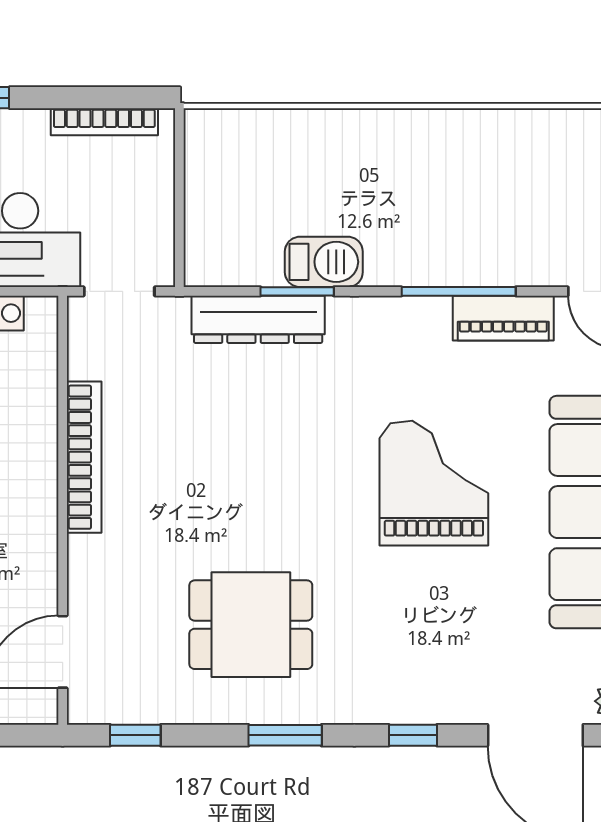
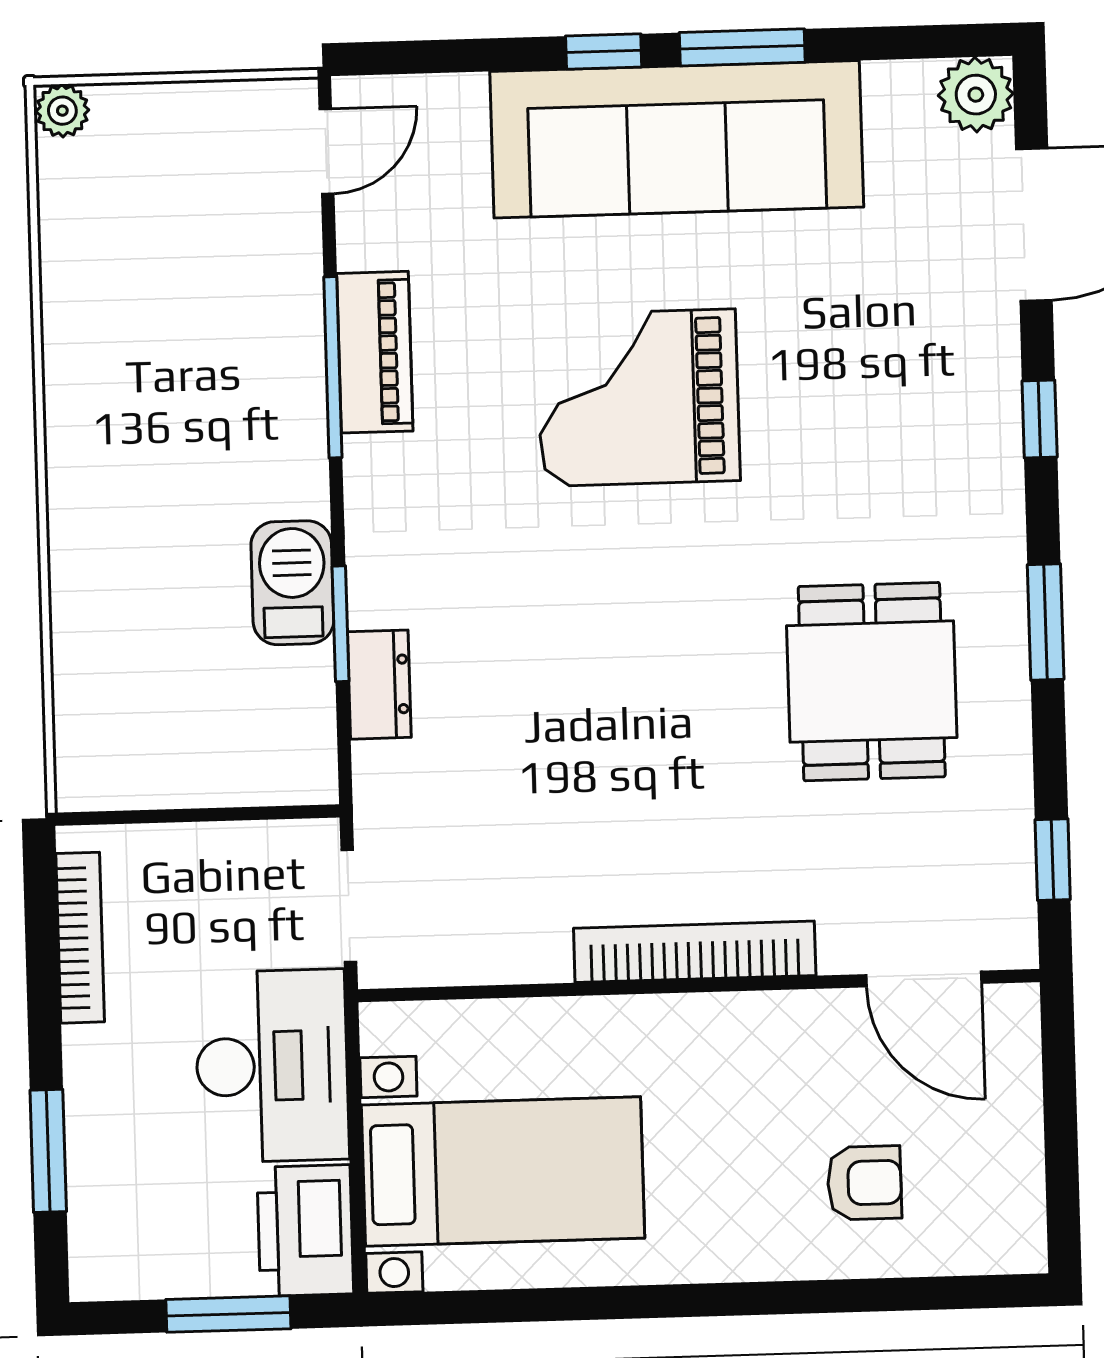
piano: (503, 318) -> (375, 352), moved
dresser: (258, 319) -> (379, 685), width x0.51, depth x0.80
bookcase: (84, 457) -> (695, 952), moved

